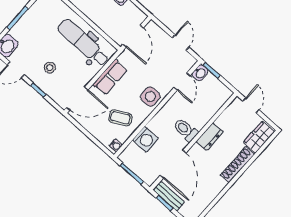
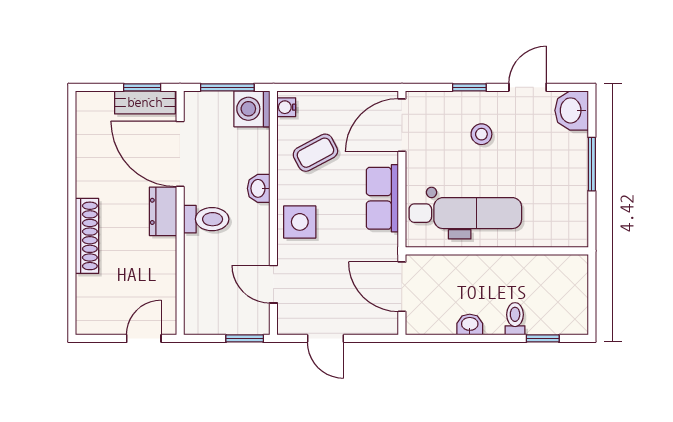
washbasin: (200, 73) -> (259, 188), moved
door: (251, 105) -> (144, 338), swing flipped
dresser: (210, 137) -> (163, 211), moved
wardrobe: (259, 137) -> (91, 303), removed
washing machine: (145, 139) -> (252, 109), moved

